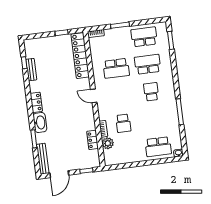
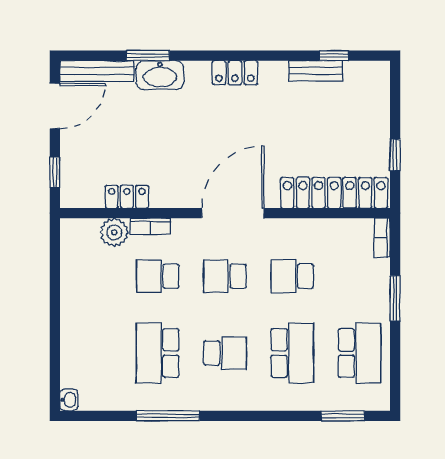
school desk: (116, 68) -> (292, 276), width x0.54
door: (94, 96) -> (233, 213), width x1.88
school desk: (120, 96) -> (225, 276), added
washbasin: (40, 123) -> (160, 75), moved
school desk: (158, 147) -> (158, 353), moved
door: (59, 174) -> (55, 106), swing flipped

